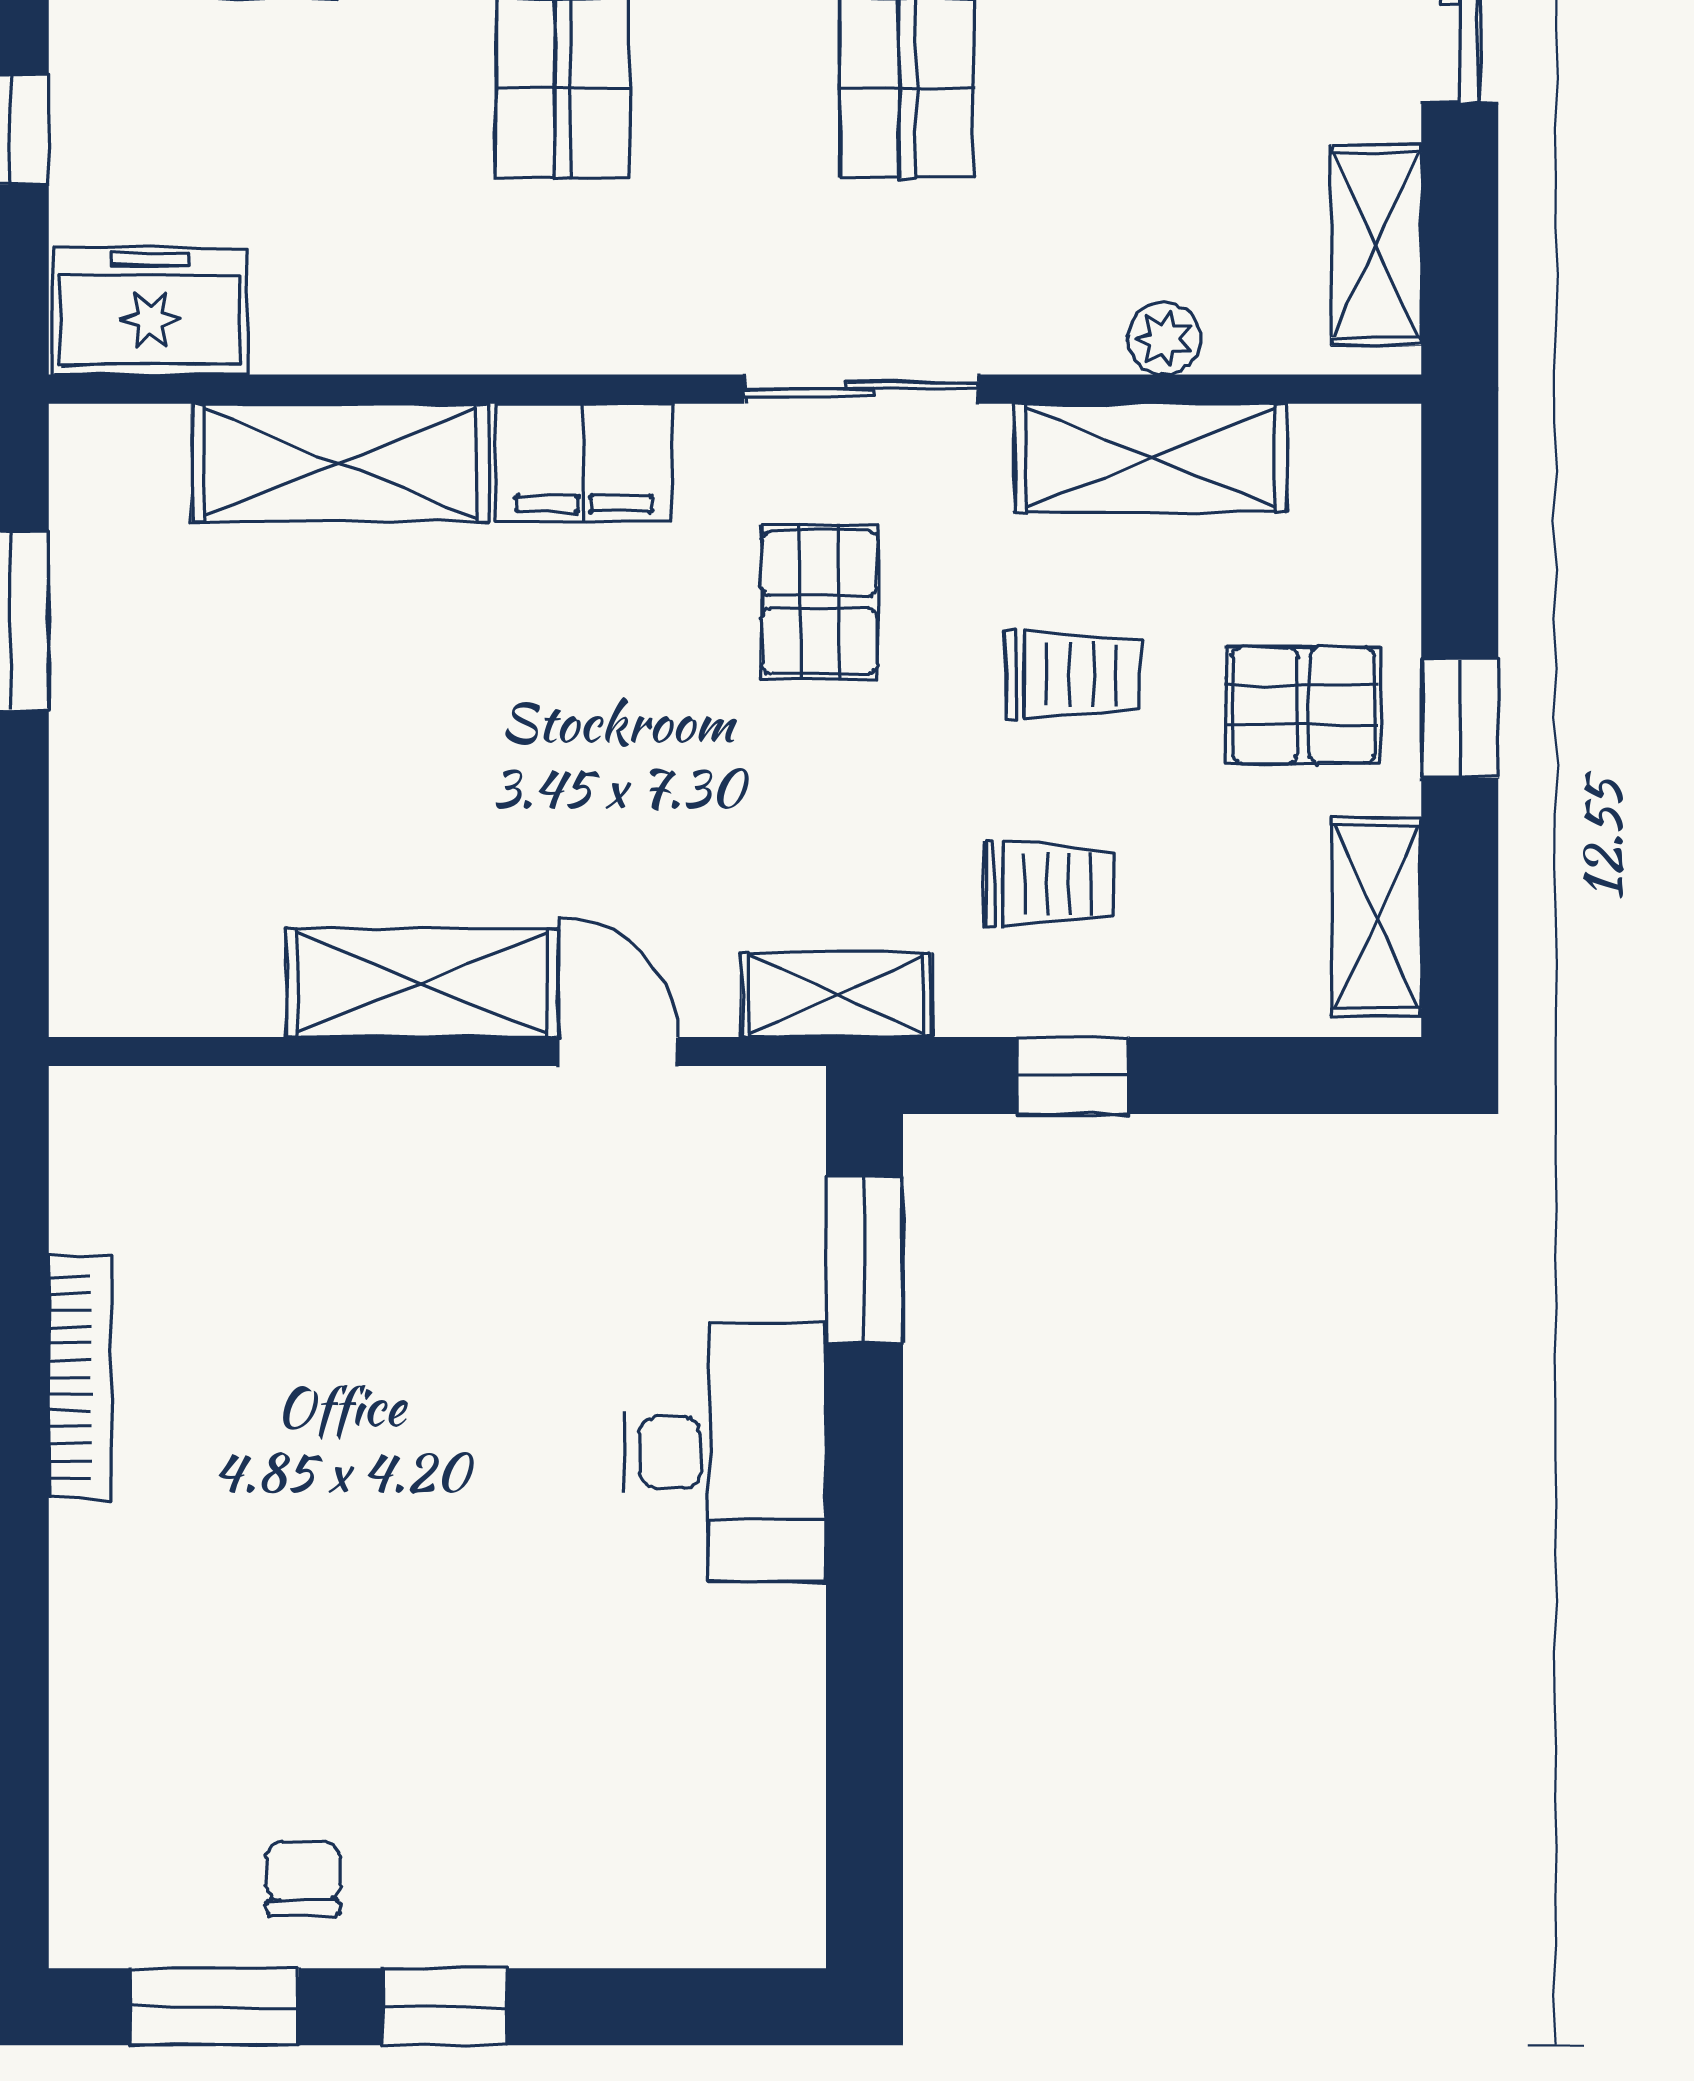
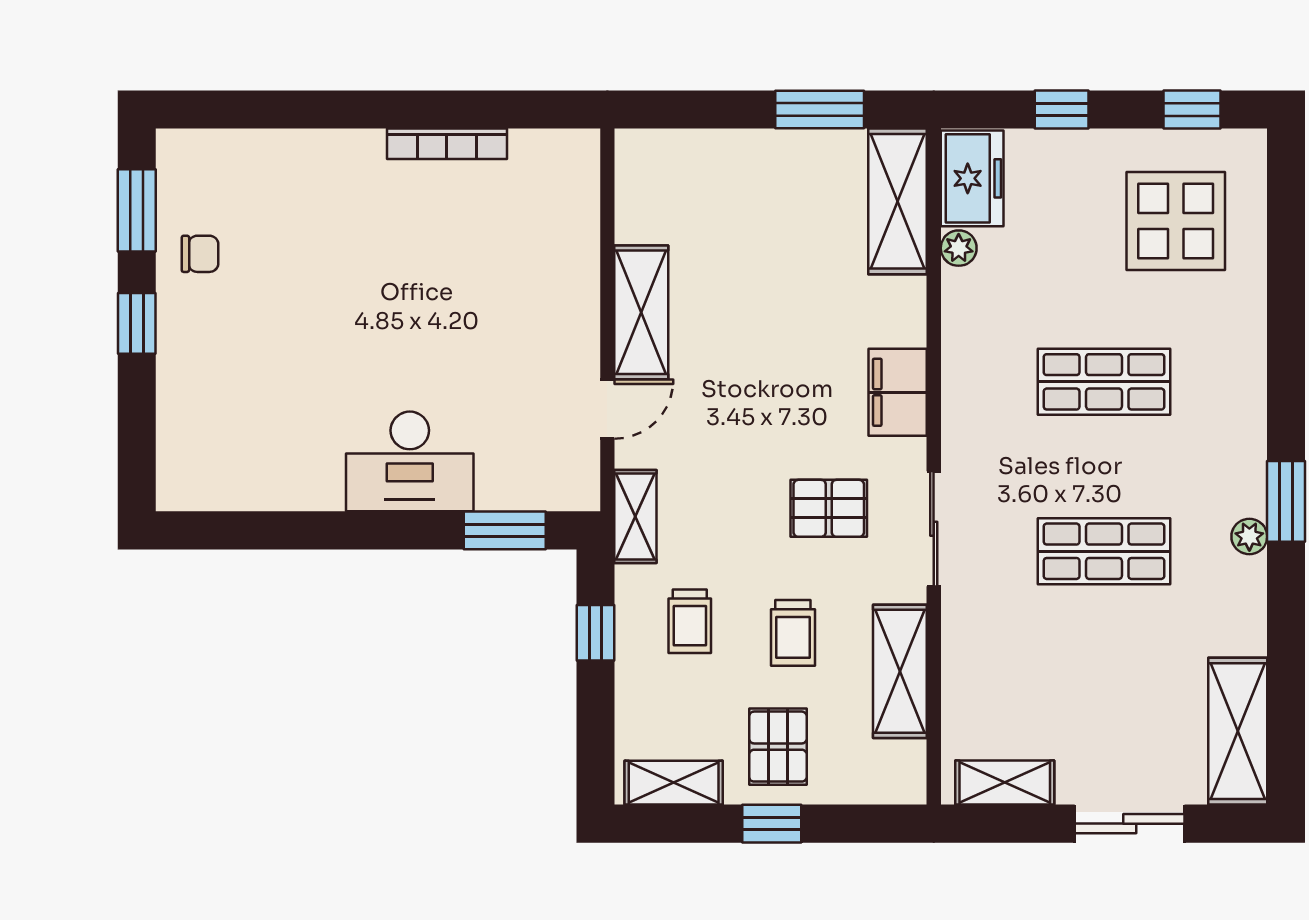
plant: (1164, 338) -> (959, 248), moved
shelving: (340, 463) -> (897, 201), moved

